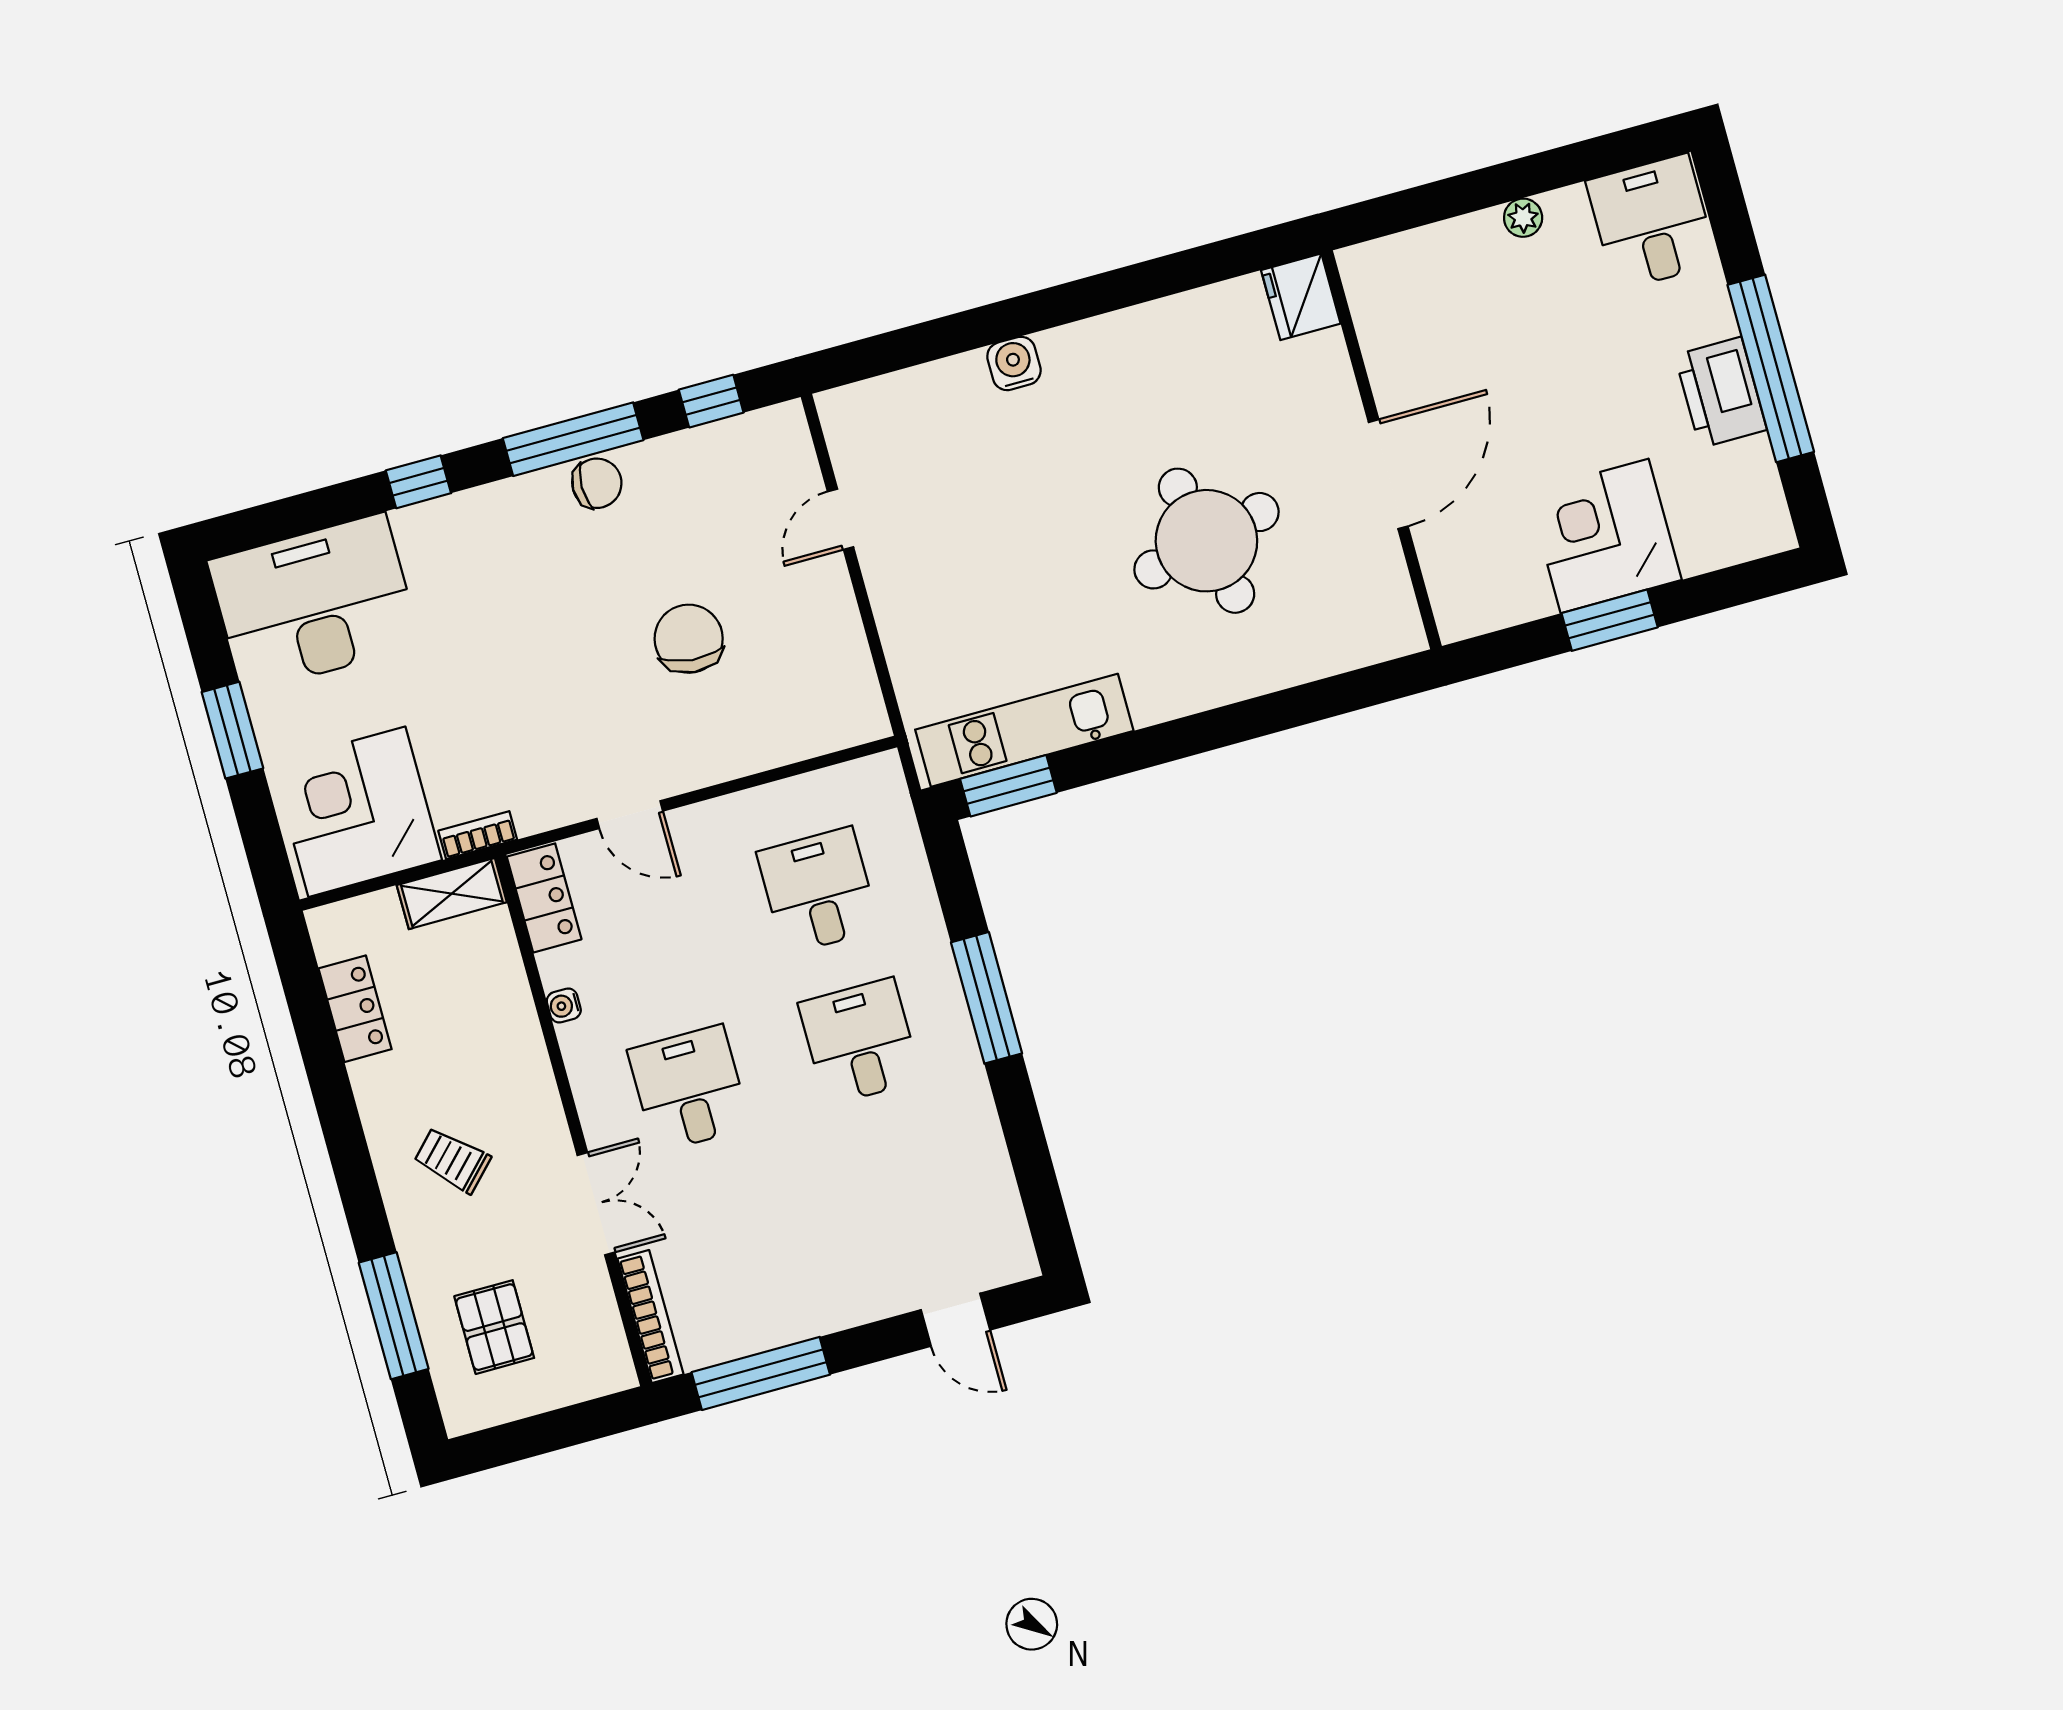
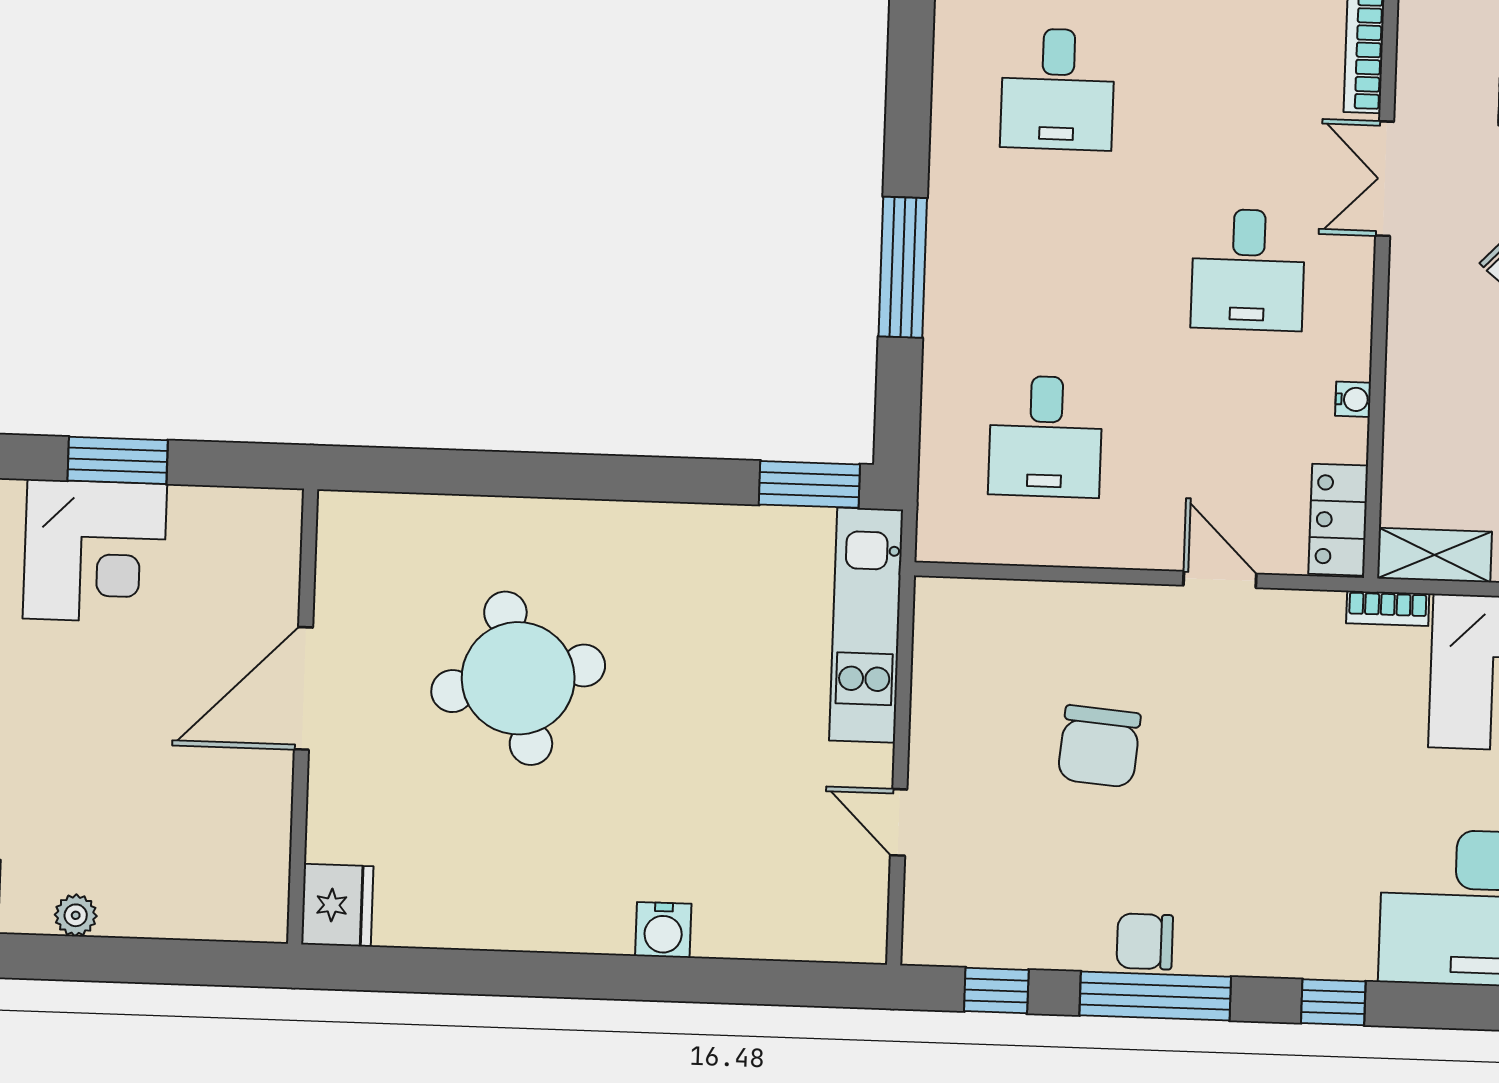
door: (840, 519) -> (899, 822), swing flipped
kitchen unit: (1024, 730) -> (866, 625), moved, turned 90
desk: (860, 1042) -> (1058, 89), moved

